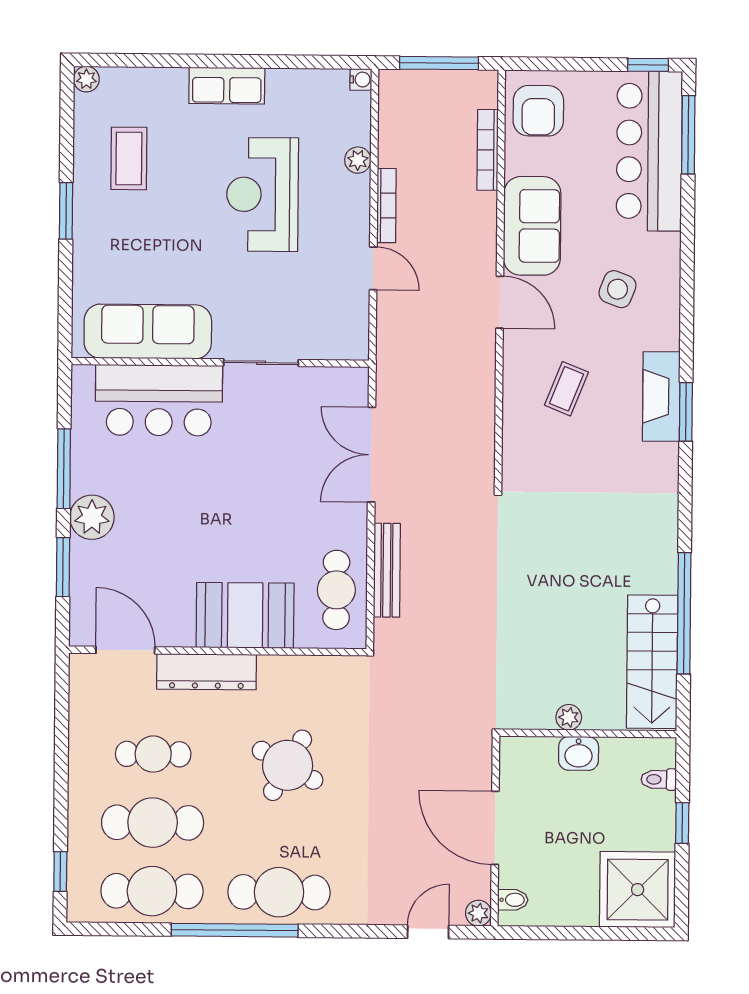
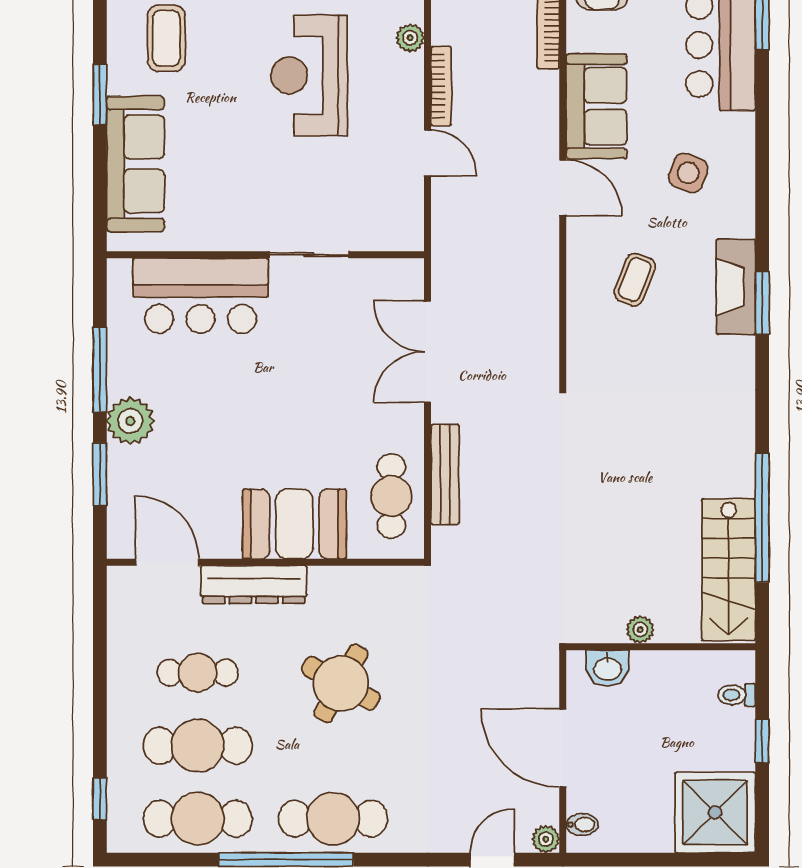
sofa: (148, 332) -> (135, 164), moved, turned 90
washbasin: (579, 753) -> (607, 668), moved

